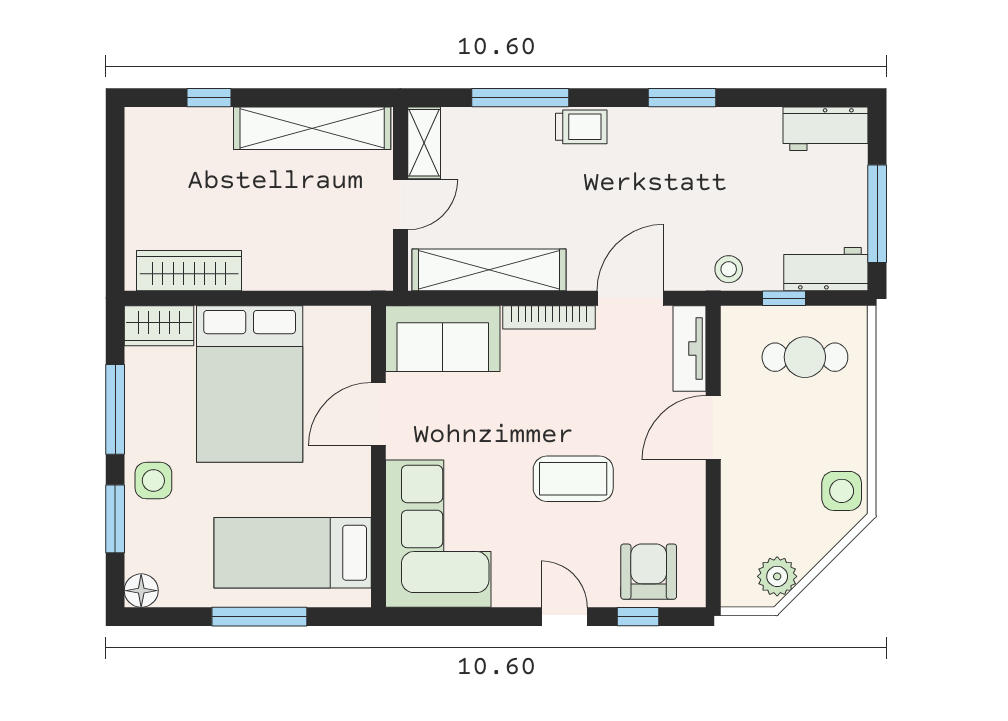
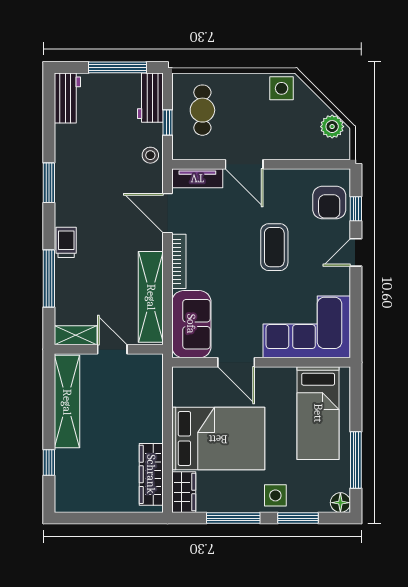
armchair: (649, 572) -> (329, 202), turned -90
window: (259, 617) -> (356, 460), moved

